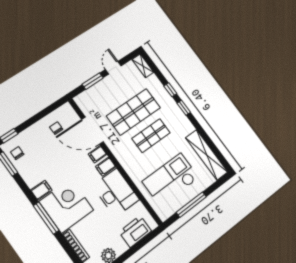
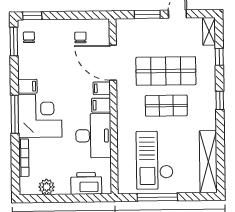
window: (170, 90) -> (219, 57), moved
checkout: (171, 180) -> (155, 160), turned -90

